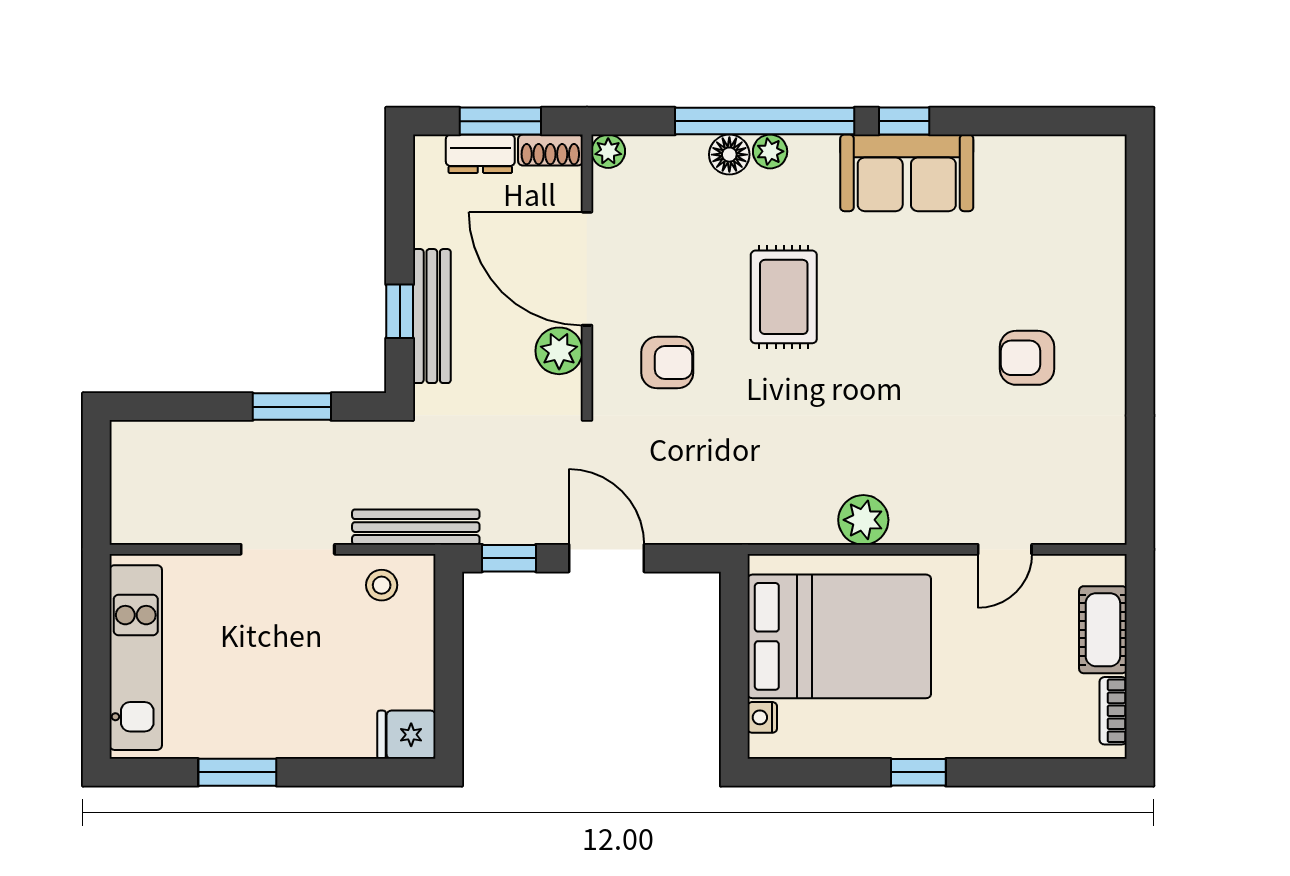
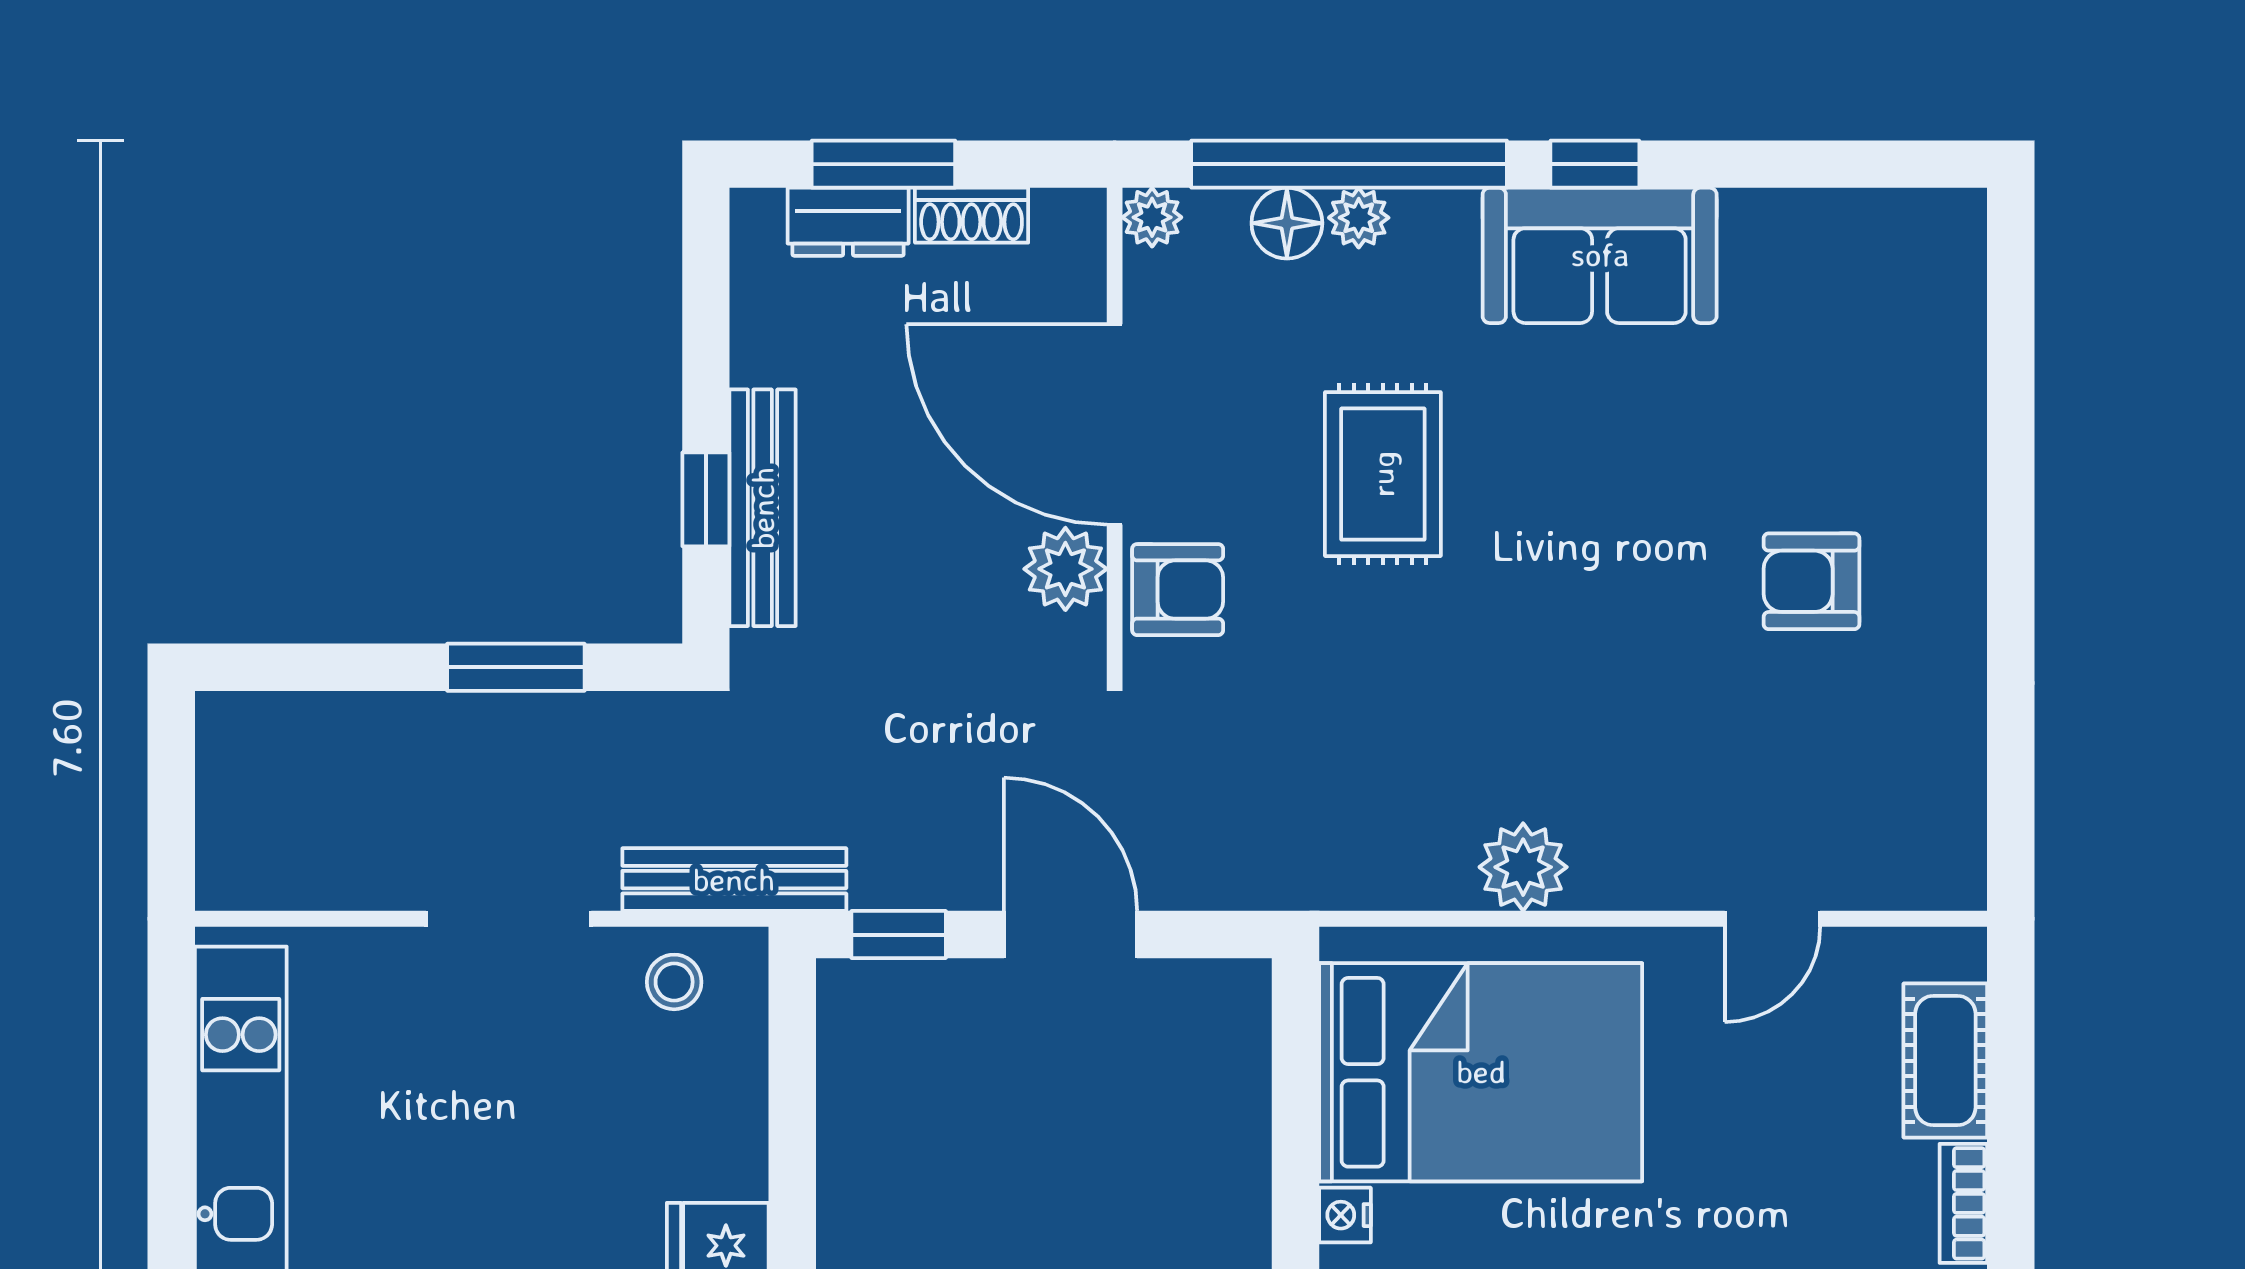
plant: (608, 151) -> (1152, 217), moved
door: (587, 269) -> (1115, 424), moved
wall: (587, 273) -> (1115, 431), moved
plant: (559, 351) -> (1065, 569), moved

